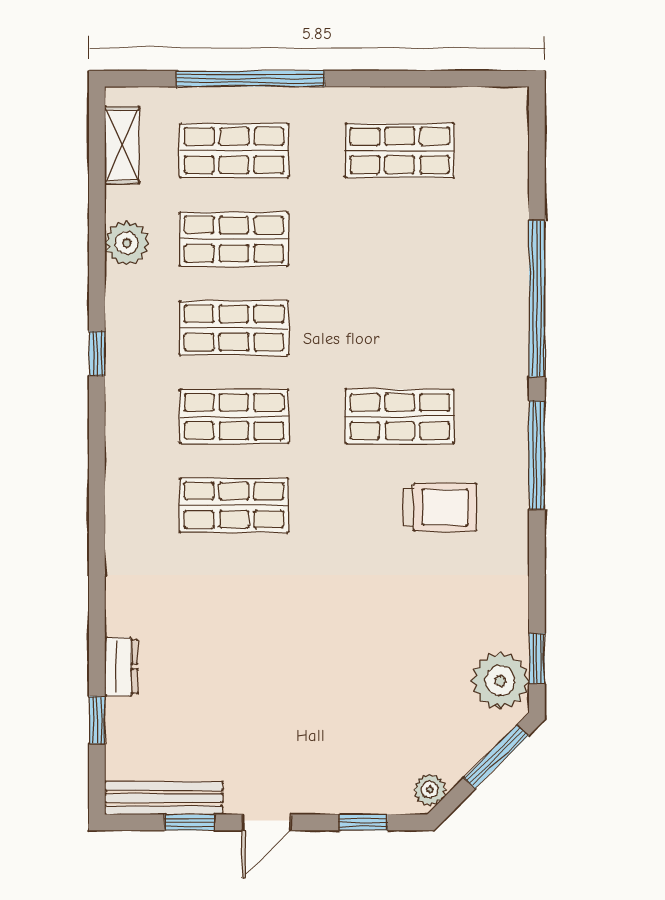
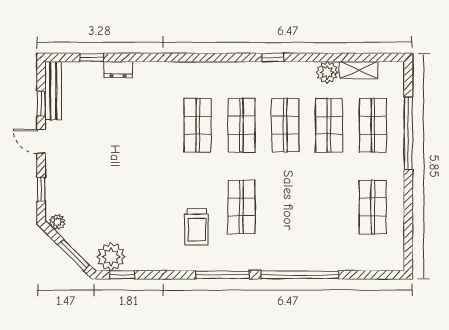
shelving: (122, 145) -> (359, 70), moved

